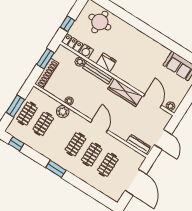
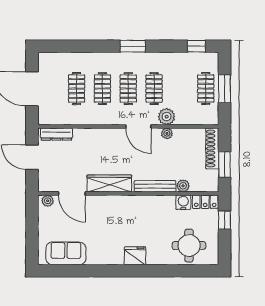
fridge: (106, 62) -> (135, 256), moved, turned 180
clothes rail: (43, 124) -> (154, 89), moved
door: (99, 126) -> (138, 126), moved

